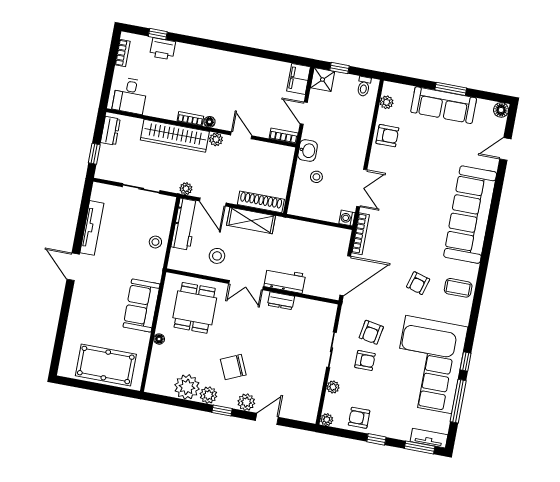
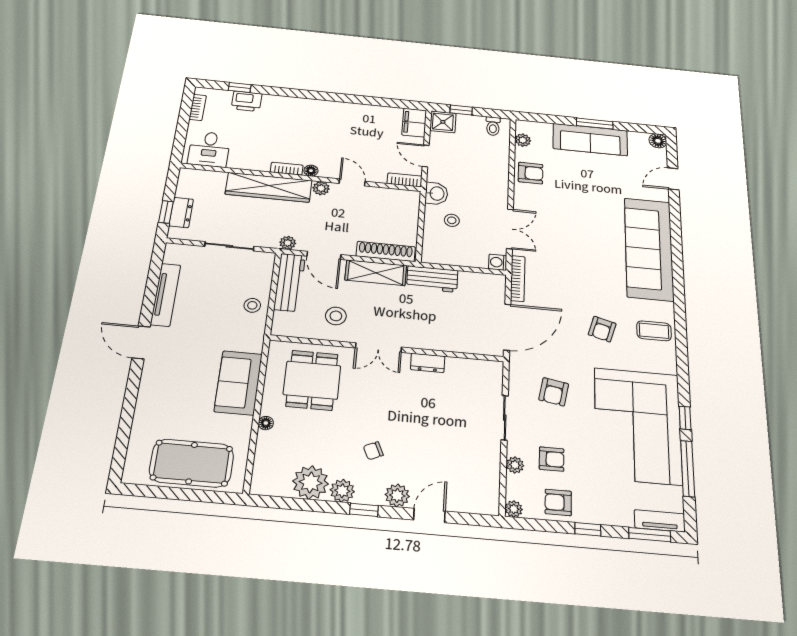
dresser: (110, 131) -> (181, 213), moved
workbench: (285, 280) -> (432, 279), moved, turned 180
armchair: (365, 360) -> (552, 459), moved
chair: (233, 367) -> (373, 451), width x0.54, depth x0.54

